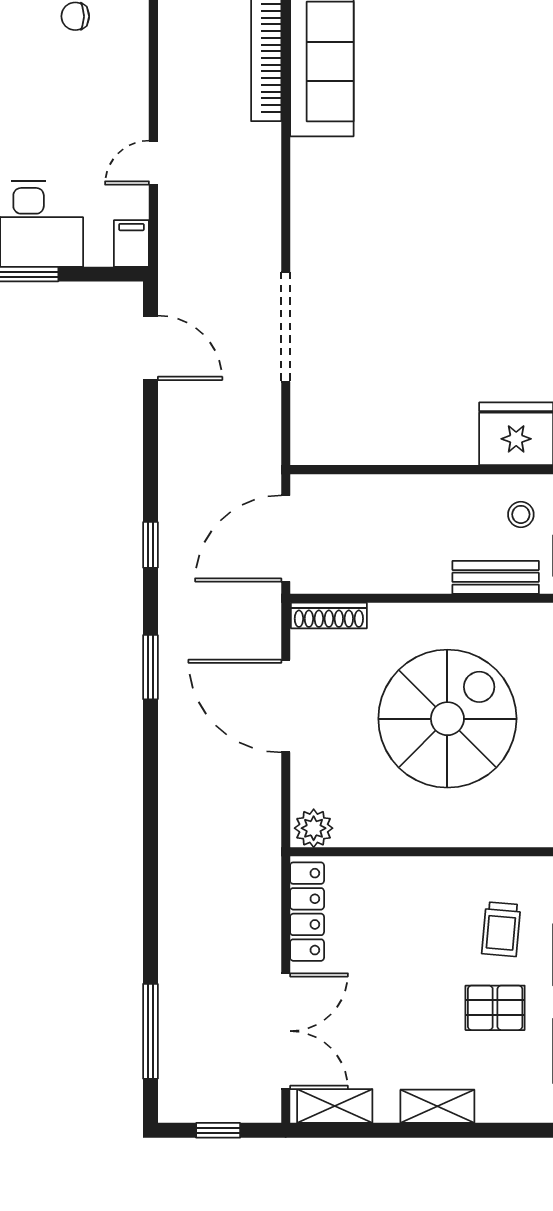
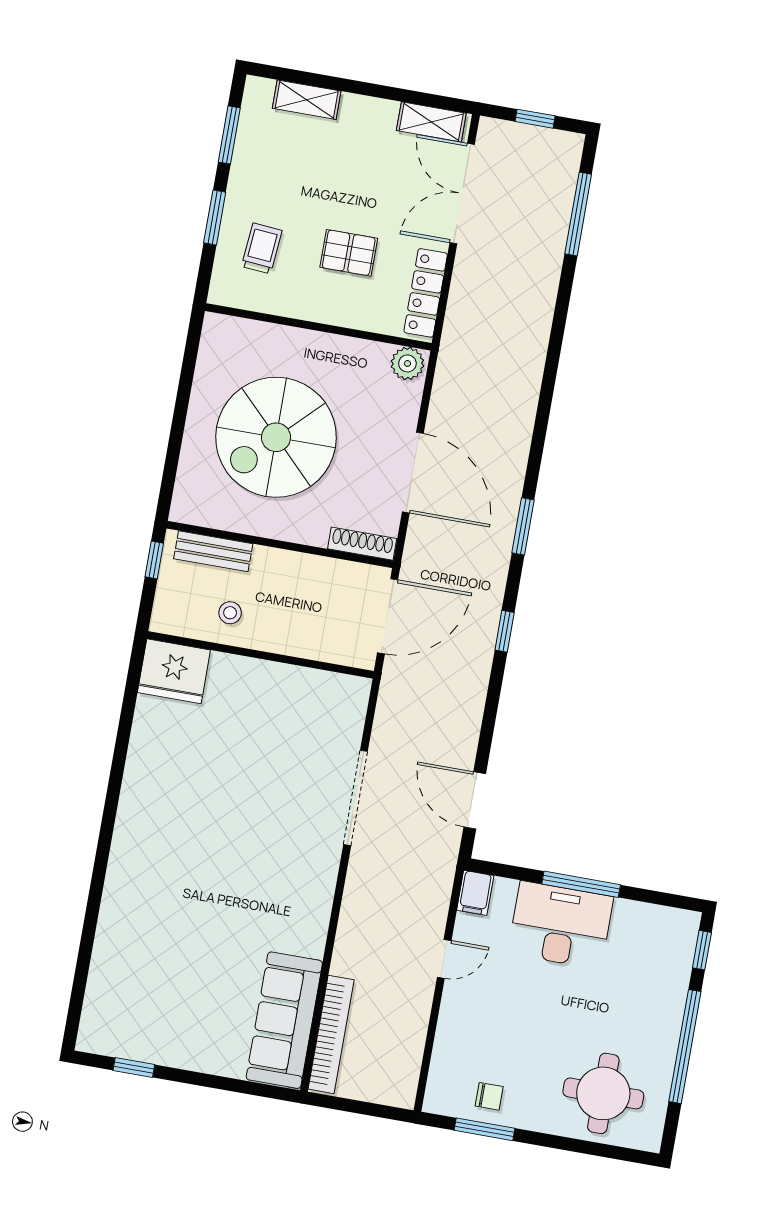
stool: (521, 514) -> (230, 613), moved
pallet: (495, 1008) -> (349, 253), moved
shelving: (437, 1106) -> (307, 100), moved

